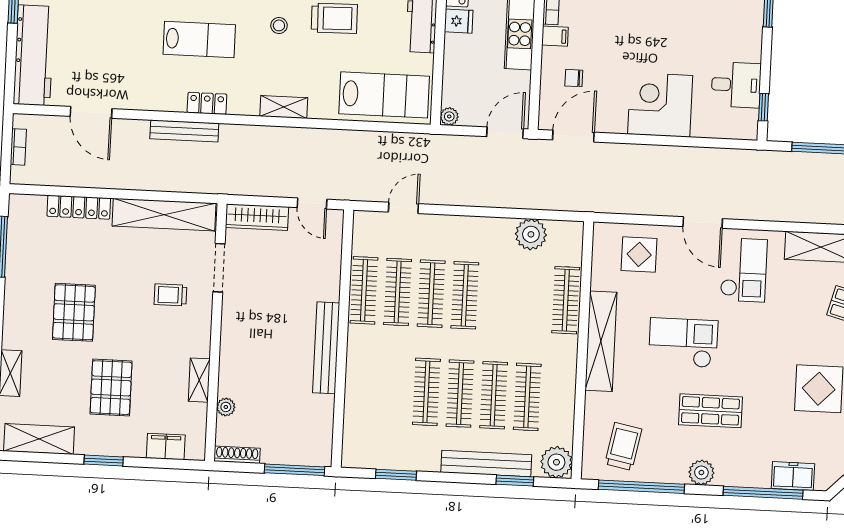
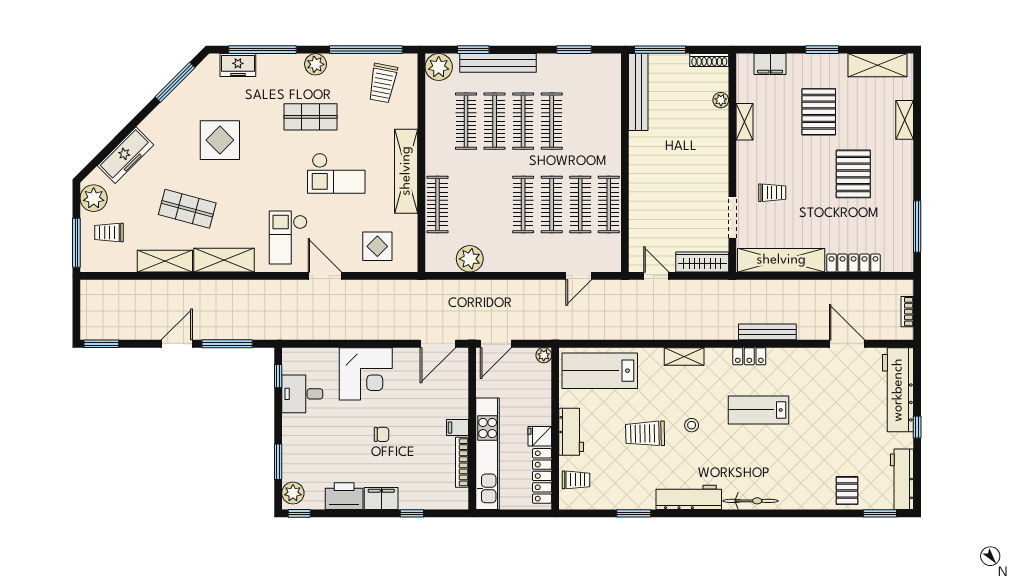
chair: (574, 78) -> (382, 434), moved
bench: (326, 348) -> (638, 92), moved

